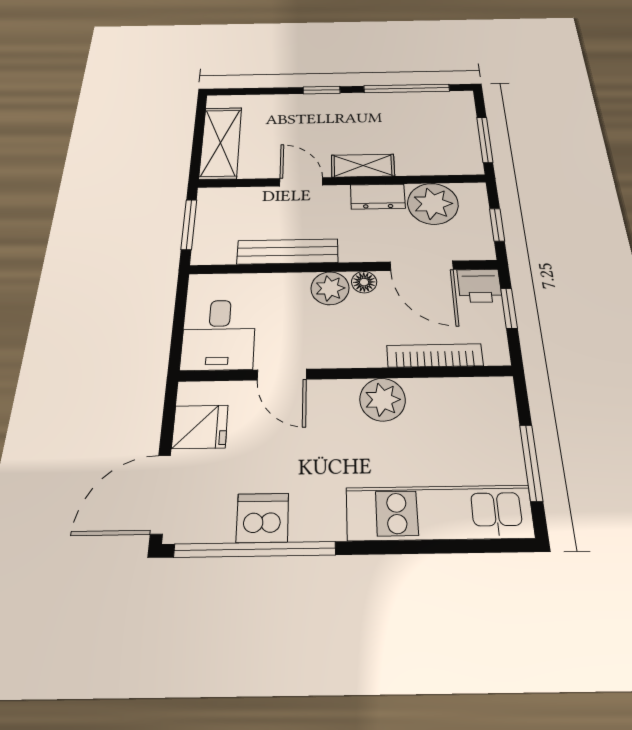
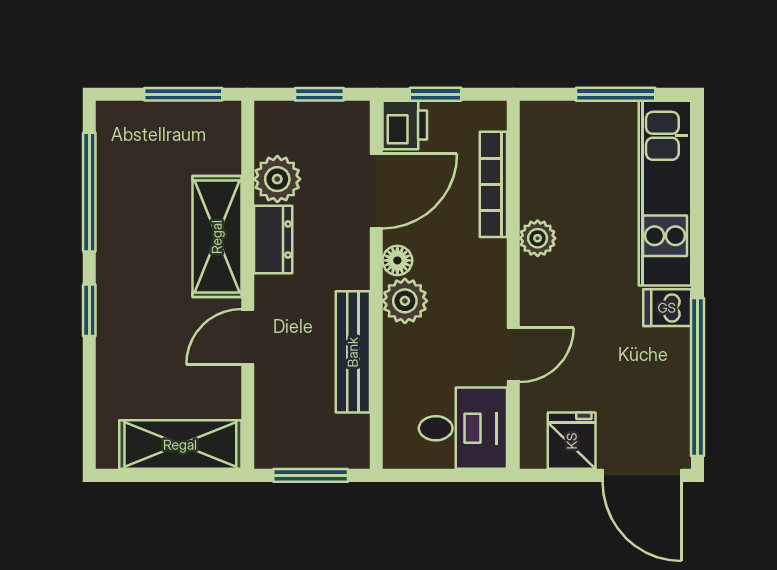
shelving: (363, 166) -> (217, 237), width x1.50, depth x1.33
plant: (433, 204) -> (277, 179), width x0.73, depth x0.73
plant: (383, 400) -> (538, 238), width x0.73, depth x0.73
dishwasher: (263, 518) -> (667, 308), moved, width x0.73

